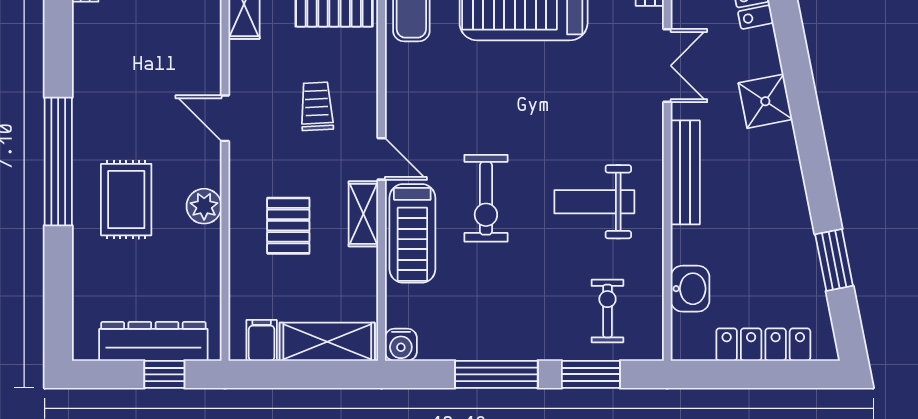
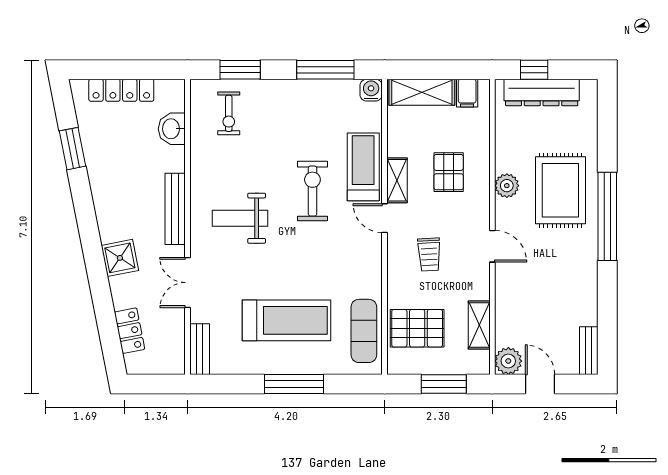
rug: (126, 200) -> (560, 190), width x1.36, depth x1.43
weight bench: (594, 202) -> (240, 218), moved, turned 180
window: (496, 374) -> (325, 70), moved

